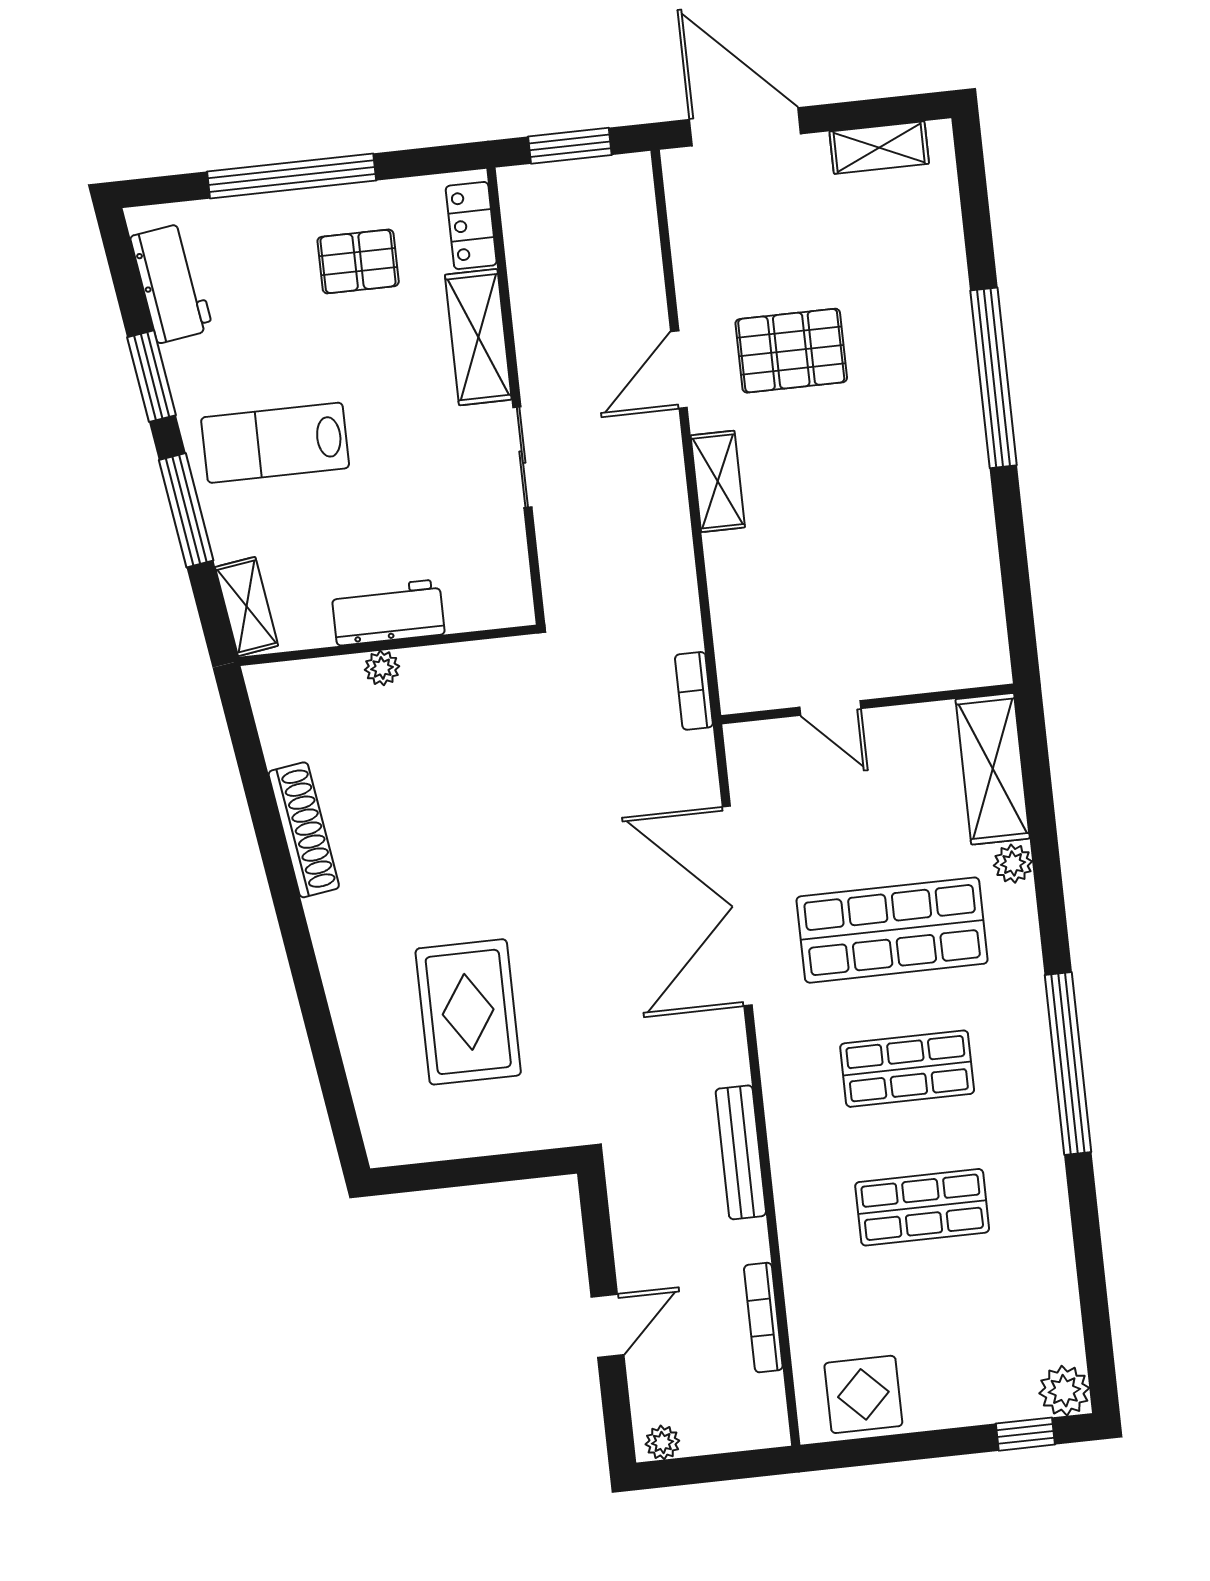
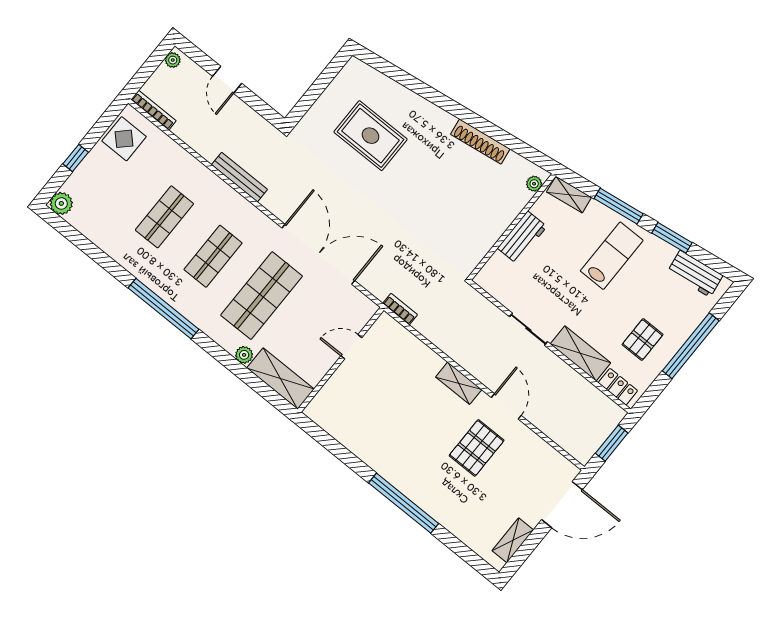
plant: (382, 668) -> (534, 184), moved
bookcase: (763, 1318) -> (154, 110), moved
window: (1025, 1434) -> (76, 158), moved

